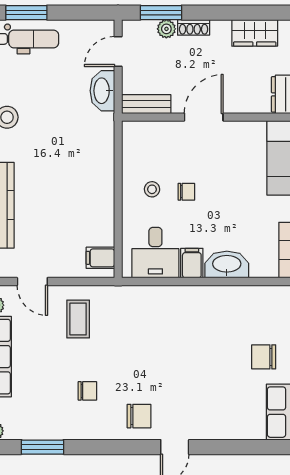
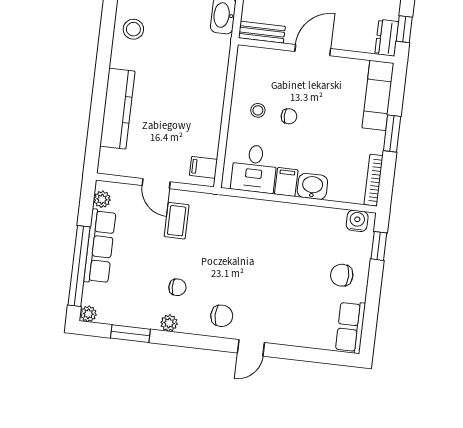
washbasin: (227, 265) -> (312, 186), width x0.72
door: (32, 281) -> (156, 184), moved
water cooler: (273, 296) -> (357, 221), added
plant: (83, 431) -> (169, 323), added

